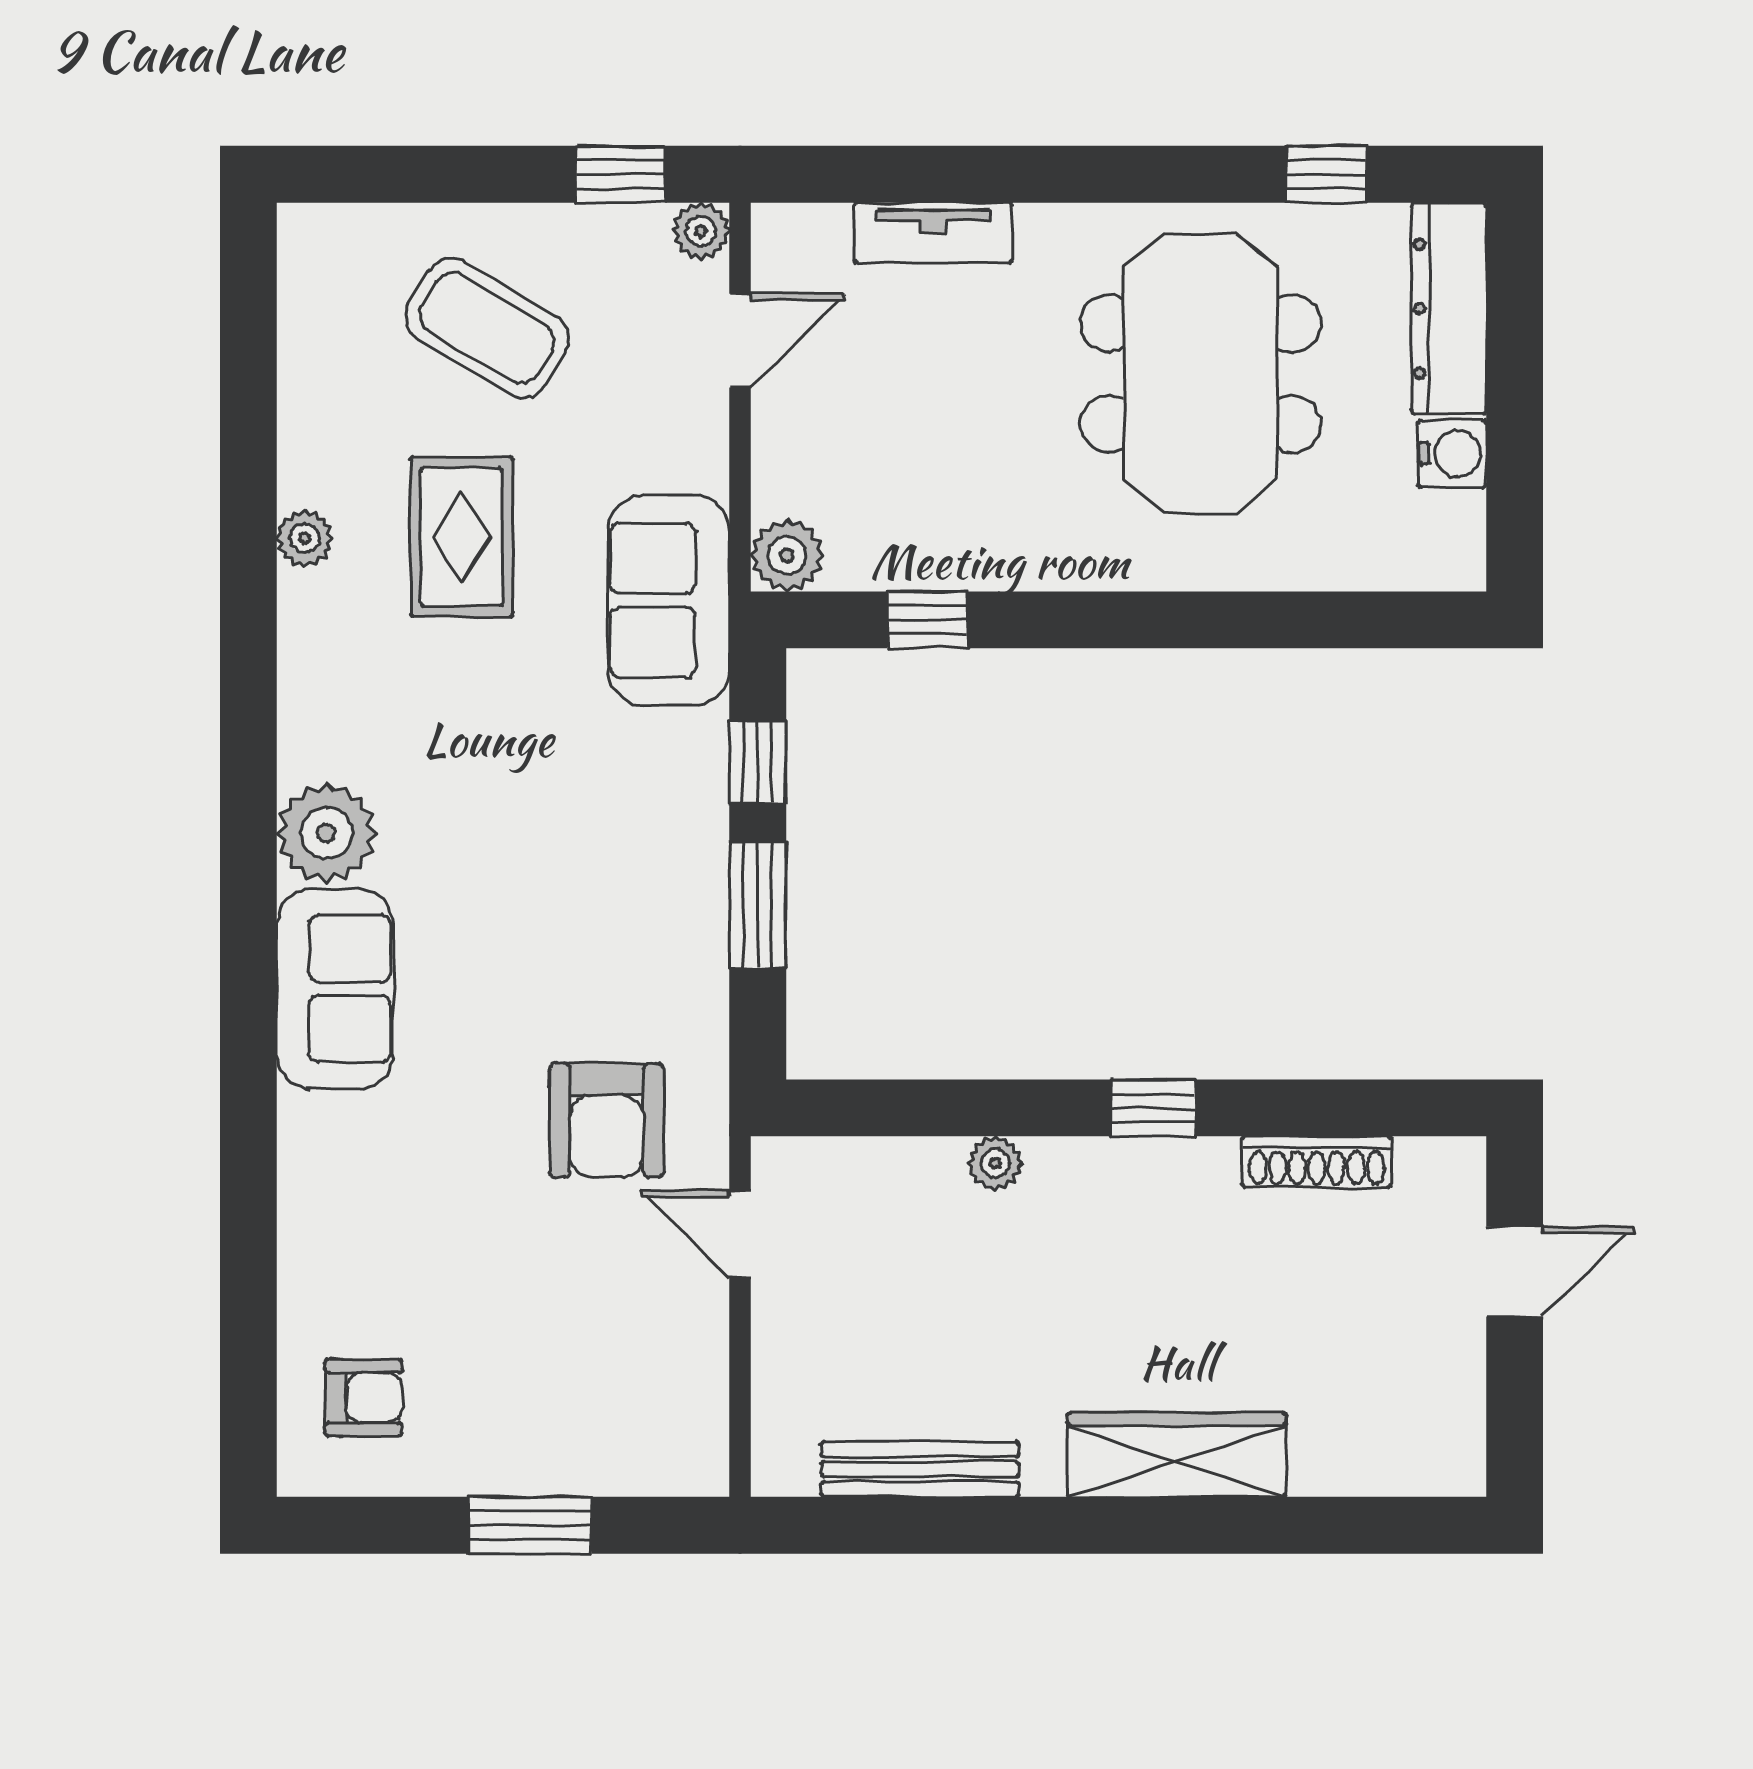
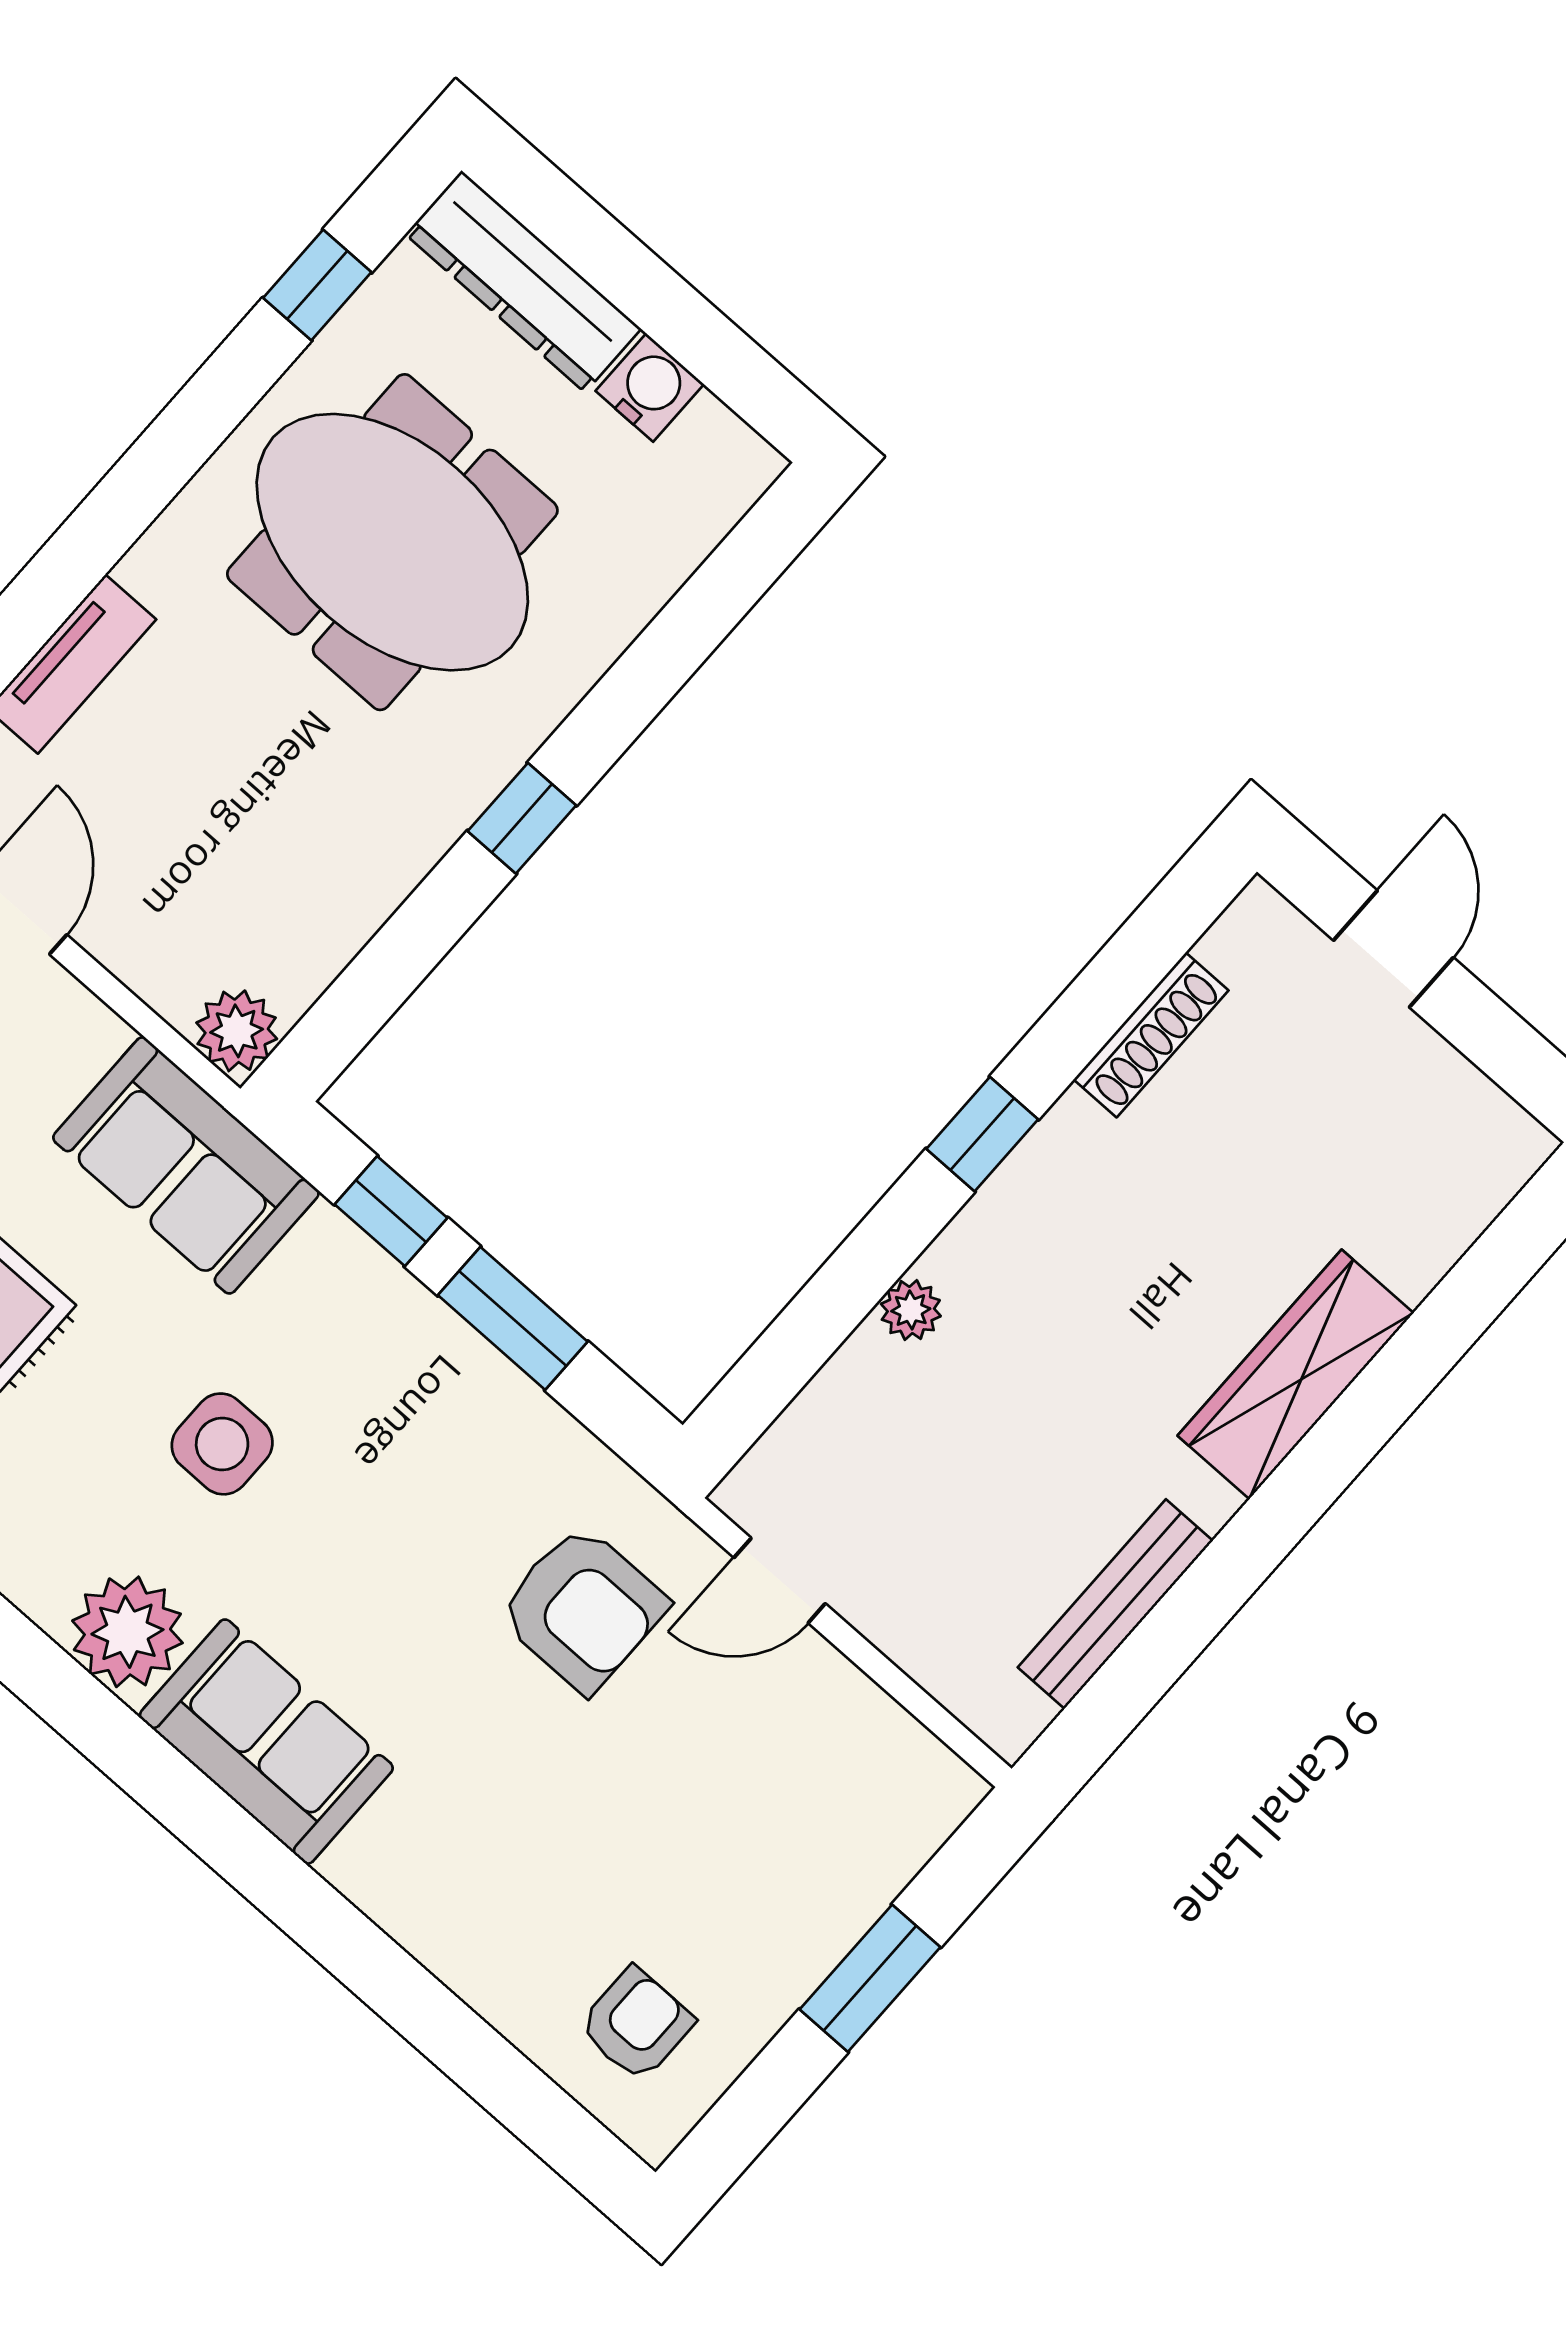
window: (927, 620) -> (522, 818), moved
side table: (506, 786) -> (222, 1444), added

